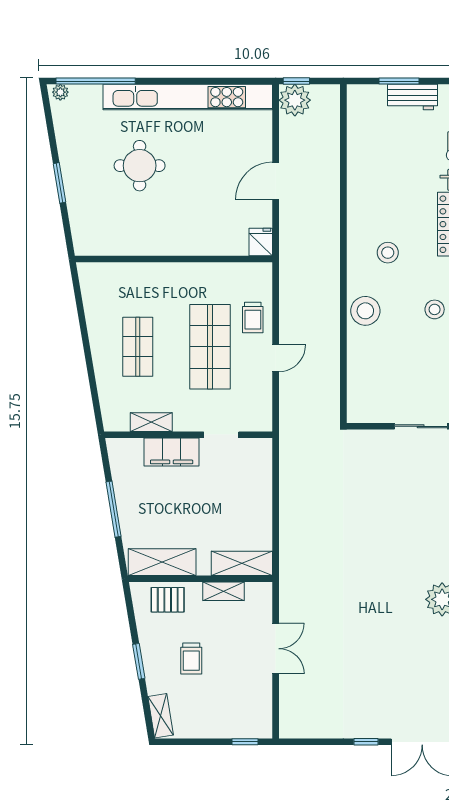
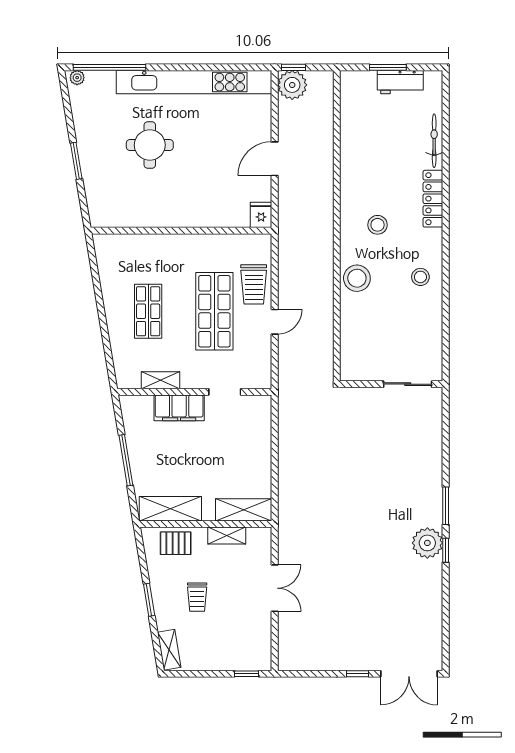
trolley: (253, 318) -> (254, 284), width x1.36, depth x1.39

